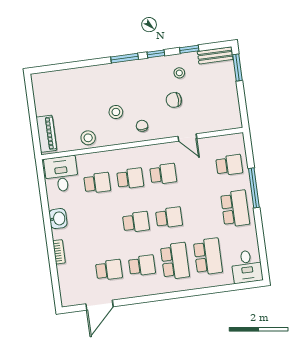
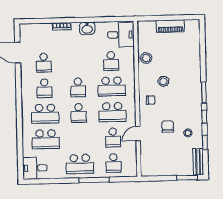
piano: (46, 134) -> (170, 26), moved
school desk: (196, 170) -> (113, 138), added
school desk: (163, 174) -> (112, 112), width x1.85
school desk: (130, 178) -> (112, 87), width x1.85

